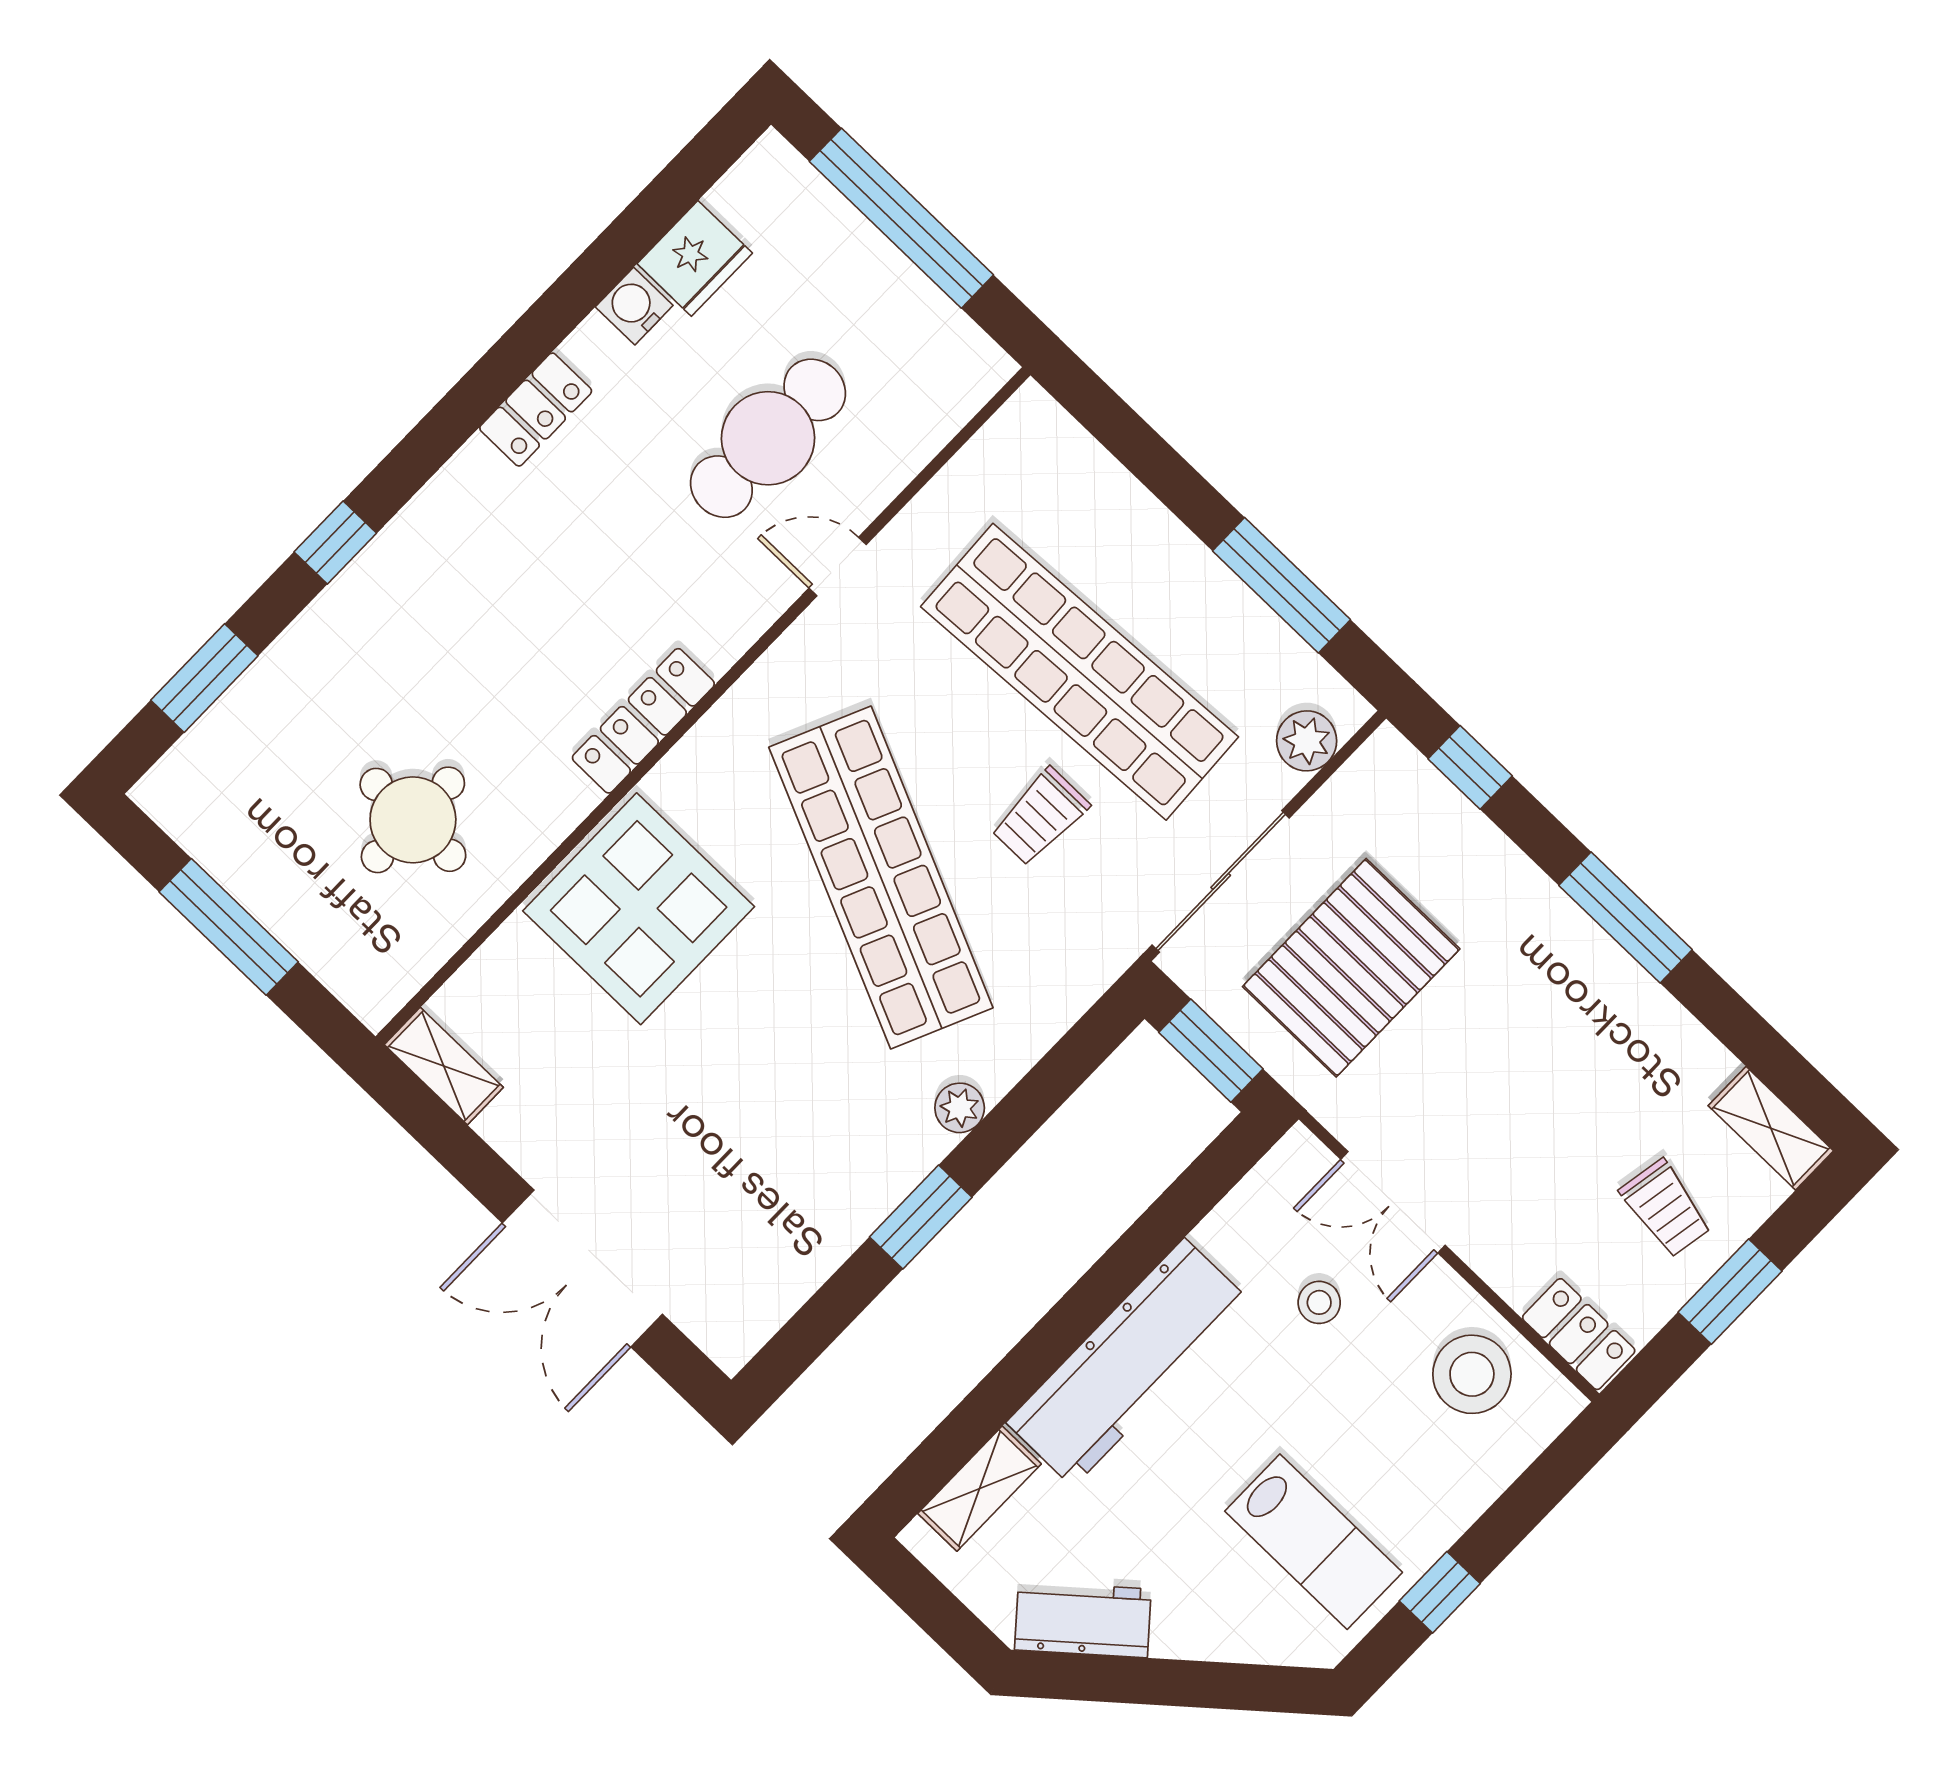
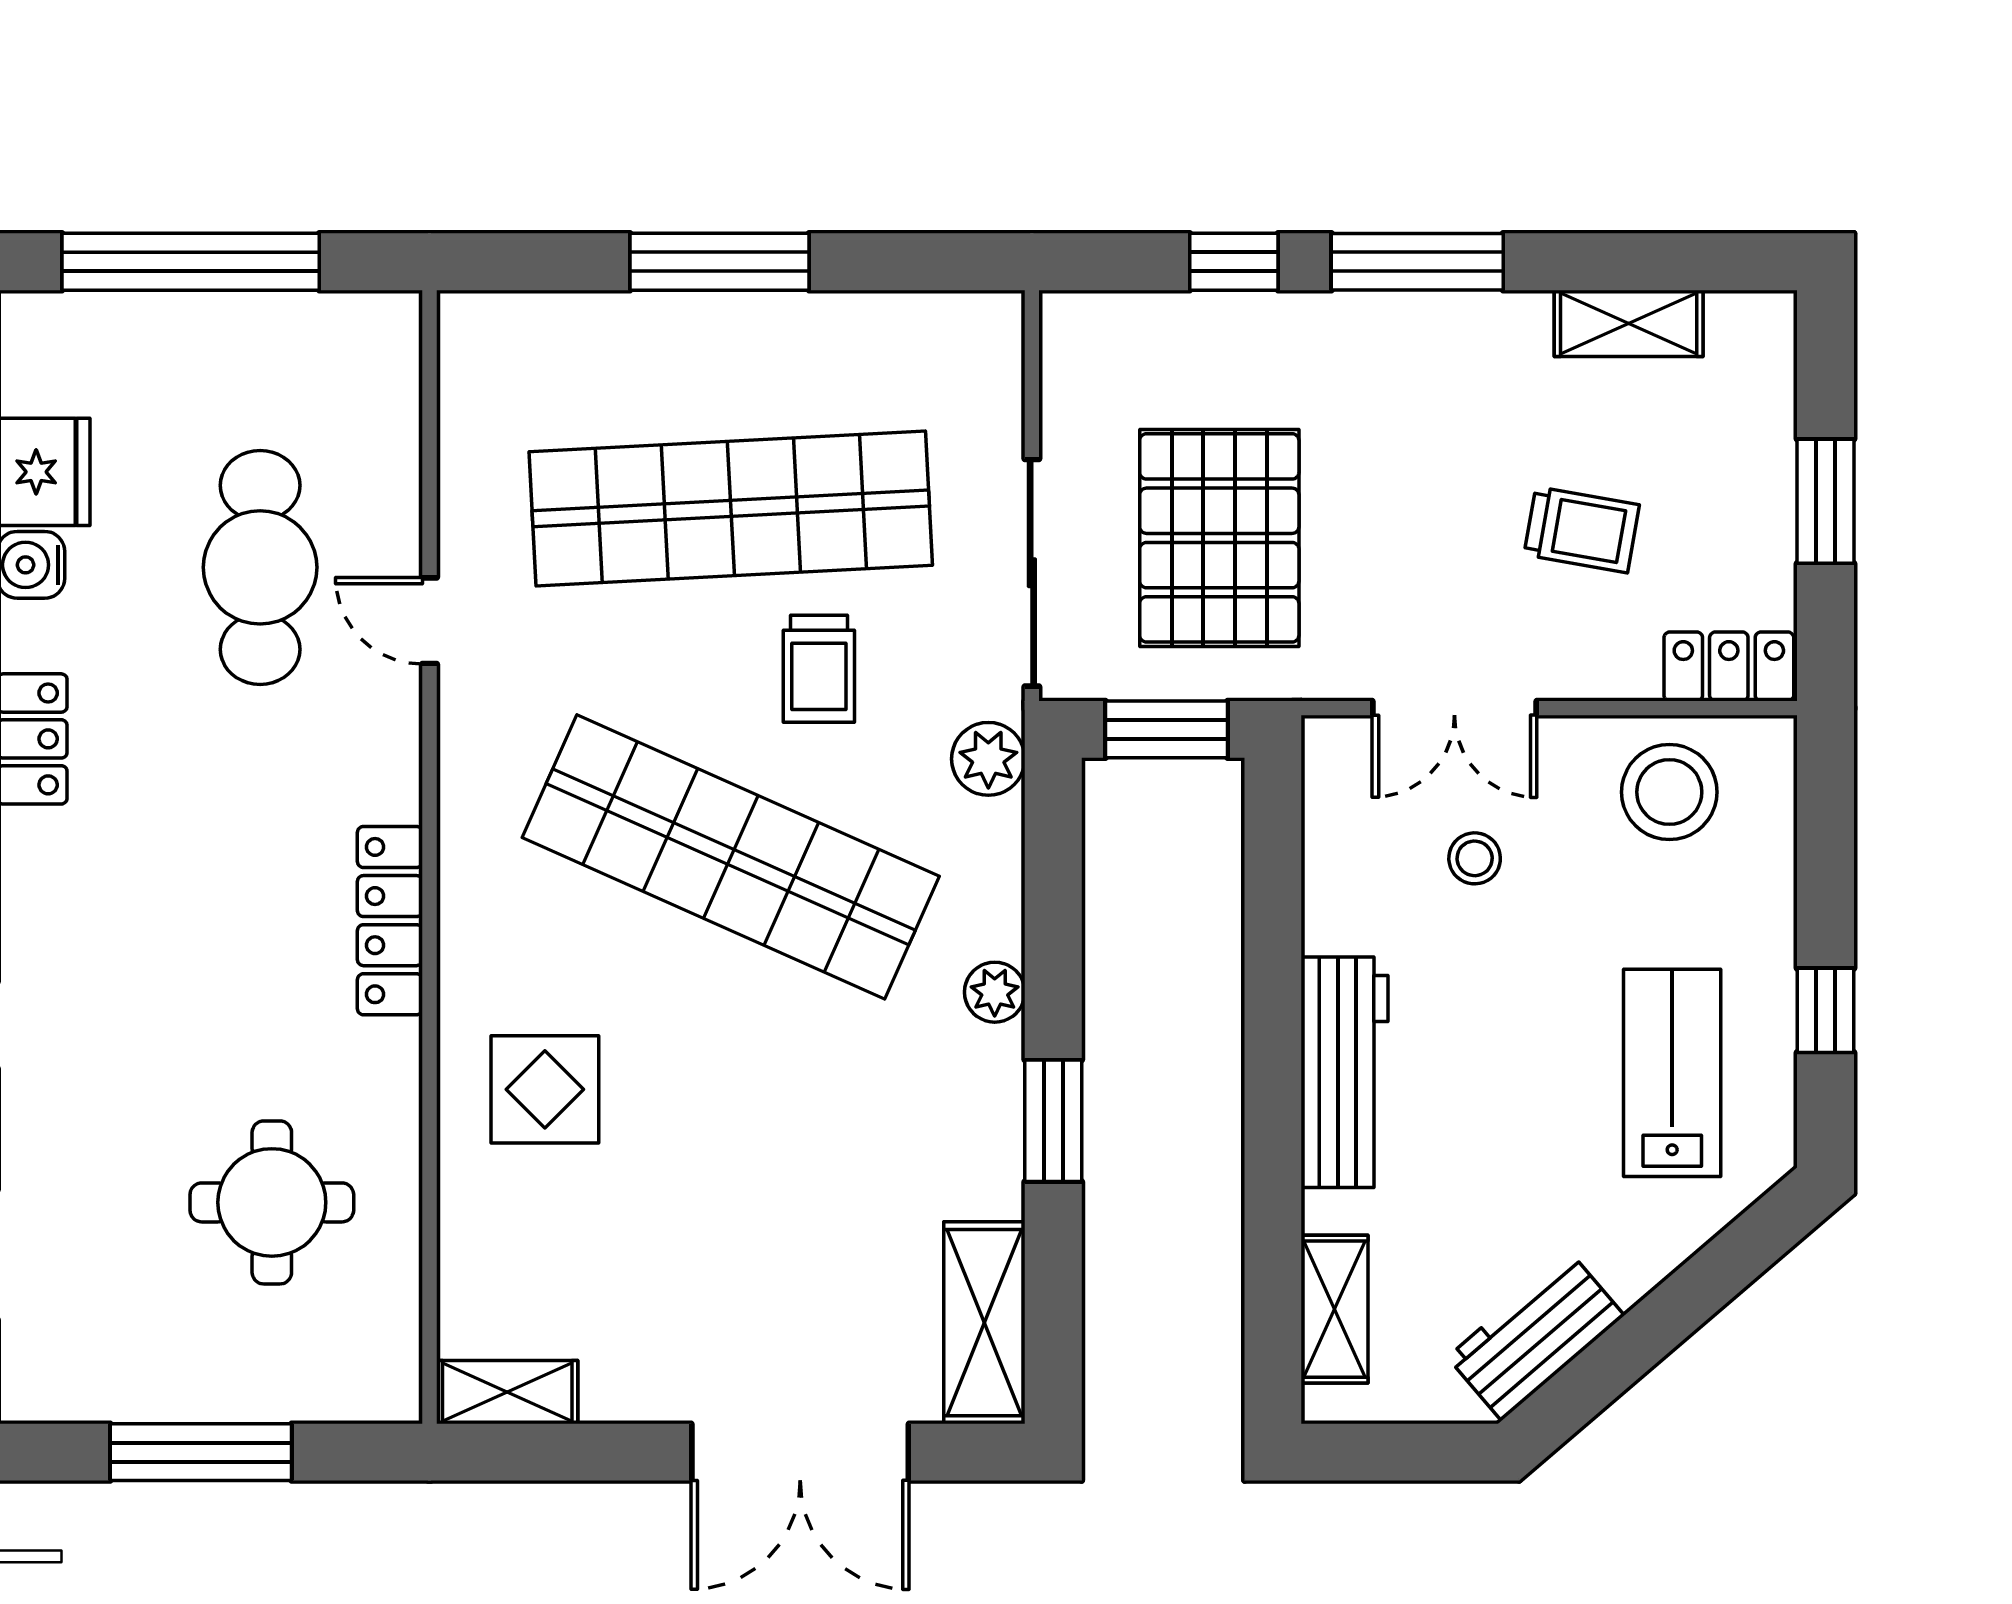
door: (838, 566) -> (430, 621), hinge flipped
window: (1281, 585) -> (720, 262), moved
plant: (1307, 741) -> (988, 759), moved
window: (1470, 767) -> (1234, 262), moved
display table: (639, 909) -> (545, 1089), width x0.54, depth x0.54
shelving: (1771, 1128) -> (1629, 323), moved
trolley: (1666, 1208) -> (1582, 530), moved
shelving: (765, 1297) -> (984, 1323), added
workbench: (1129, 1363) -> (1345, 1072), width x0.73, depth x0.76
lab bench: (1314, 1542) -> (1672, 1073), turned -90

